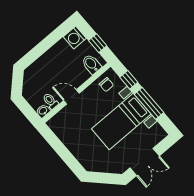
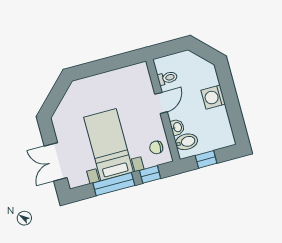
washing machine: (75, 38) -> (213, 97), moved, turned -90
washbasin: (43, 111) -> (177, 127), moved
double door: (145, 162) -> (56, 162), moved

